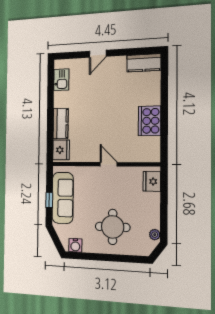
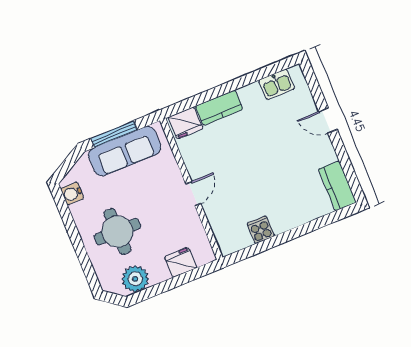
cooker: (150, 121) -> (261, 230), width x0.53, depth x0.76
fridge: (152, 181) -> (181, 262), moved
window: (49, 200) -> (114, 134), width x2.17
plant: (155, 235) -> (135, 279), width x1.88, depth x1.88

